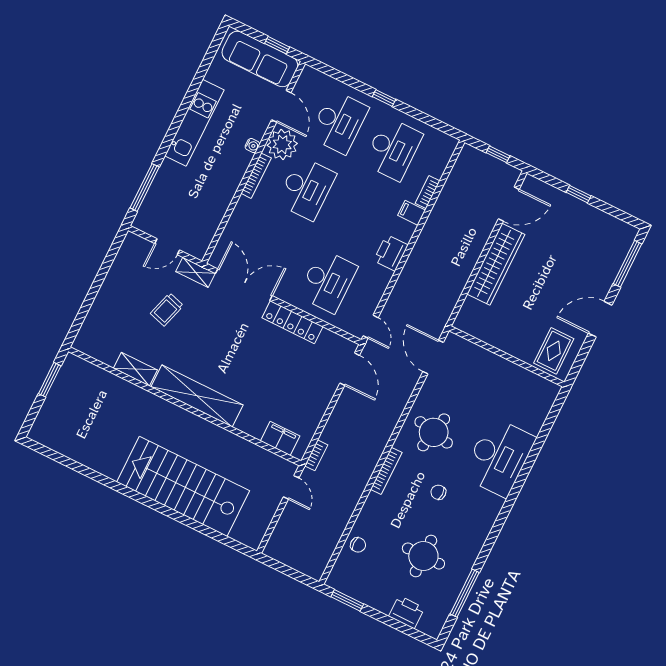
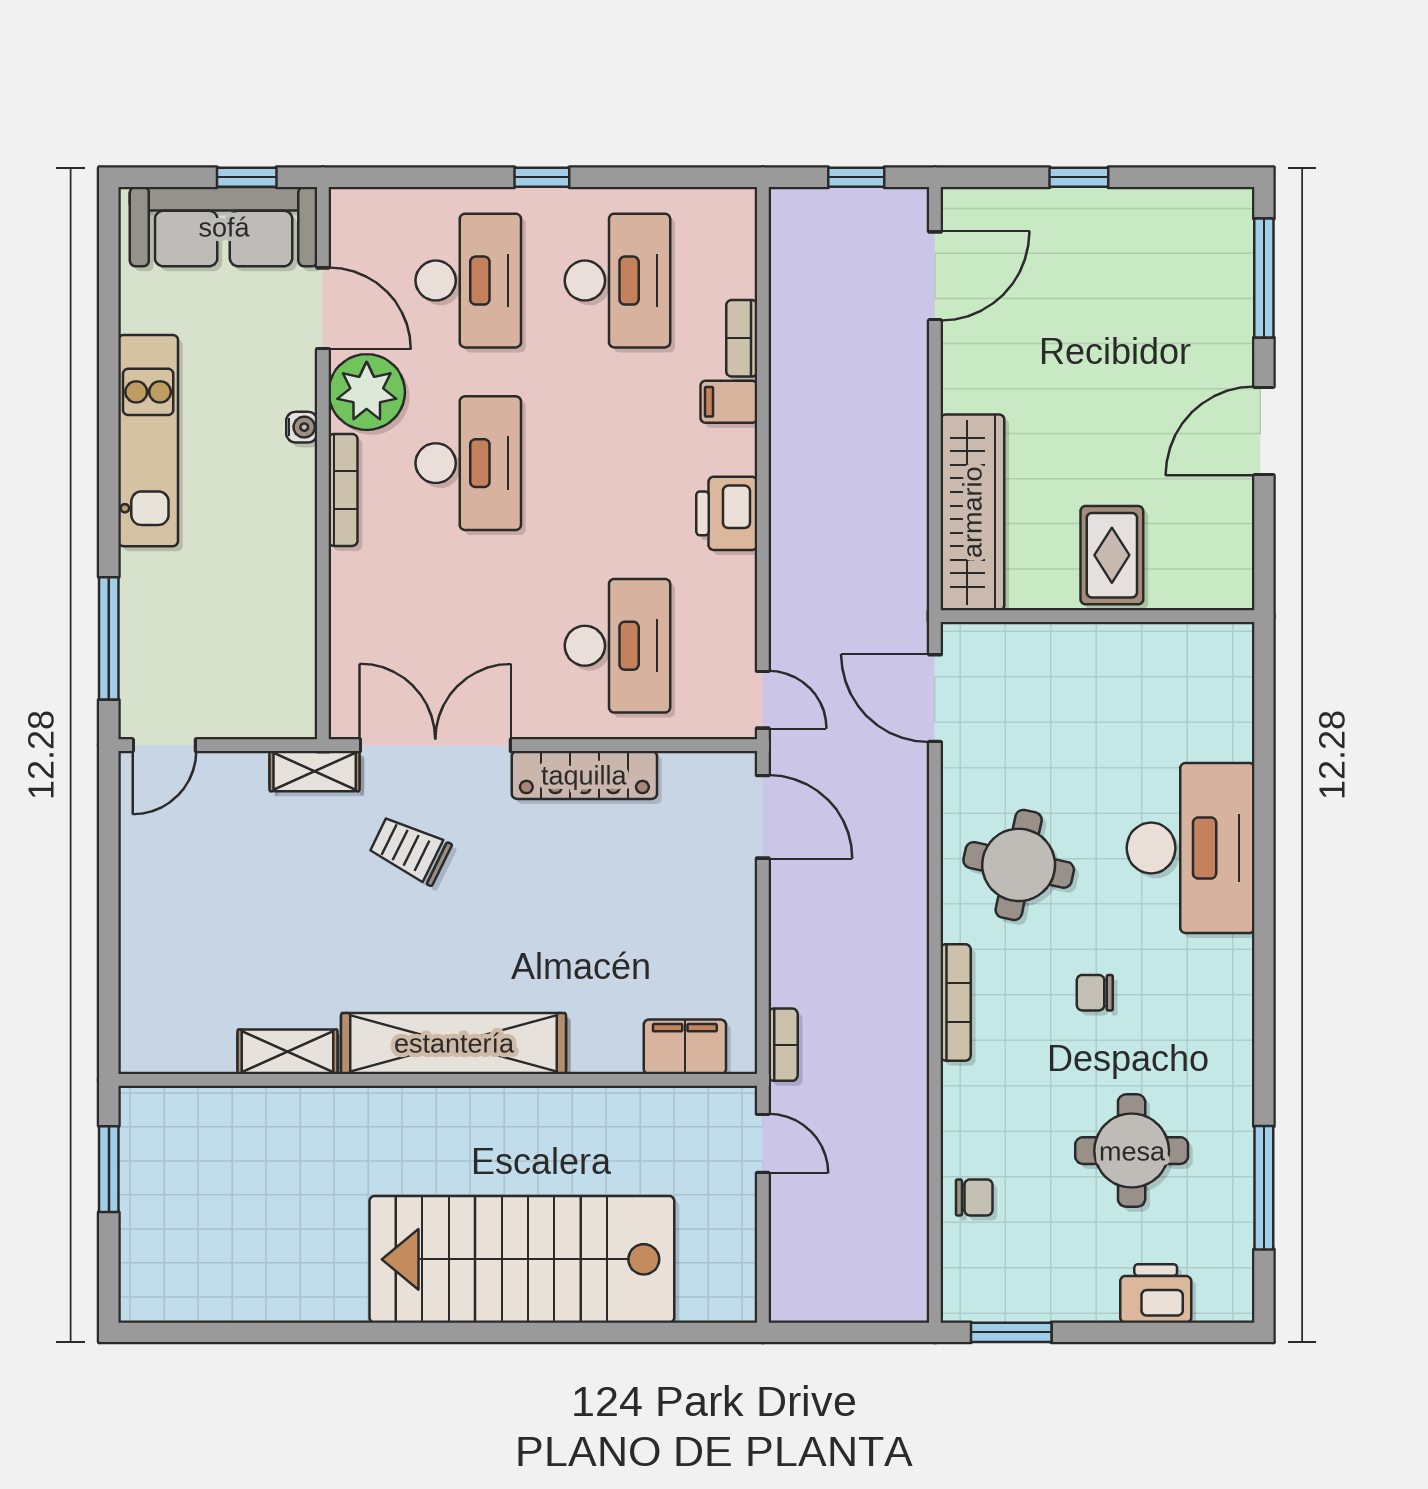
door: (167, 247) -> (164, 745), moved
wardrobe: (496, 264) -> (972, 512), moved
trolley: (167, 310) -> (410, 850), moved, turned 99
rug: (554, 351) -> (1112, 555), moved

